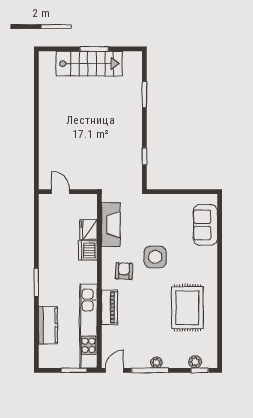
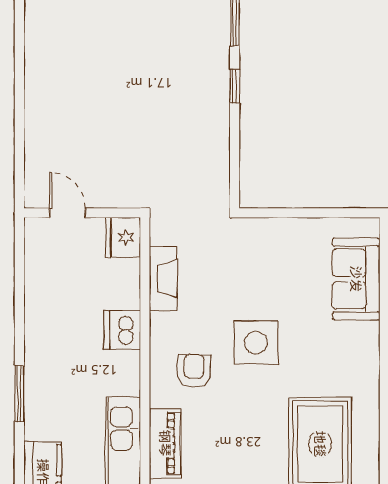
window: (144, 156) -> (235, 86), moved
fireplace: (111, 225) -> (163, 279), width x0.73, depth x0.76
fridge: (88, 229) -> (123, 237), moved

